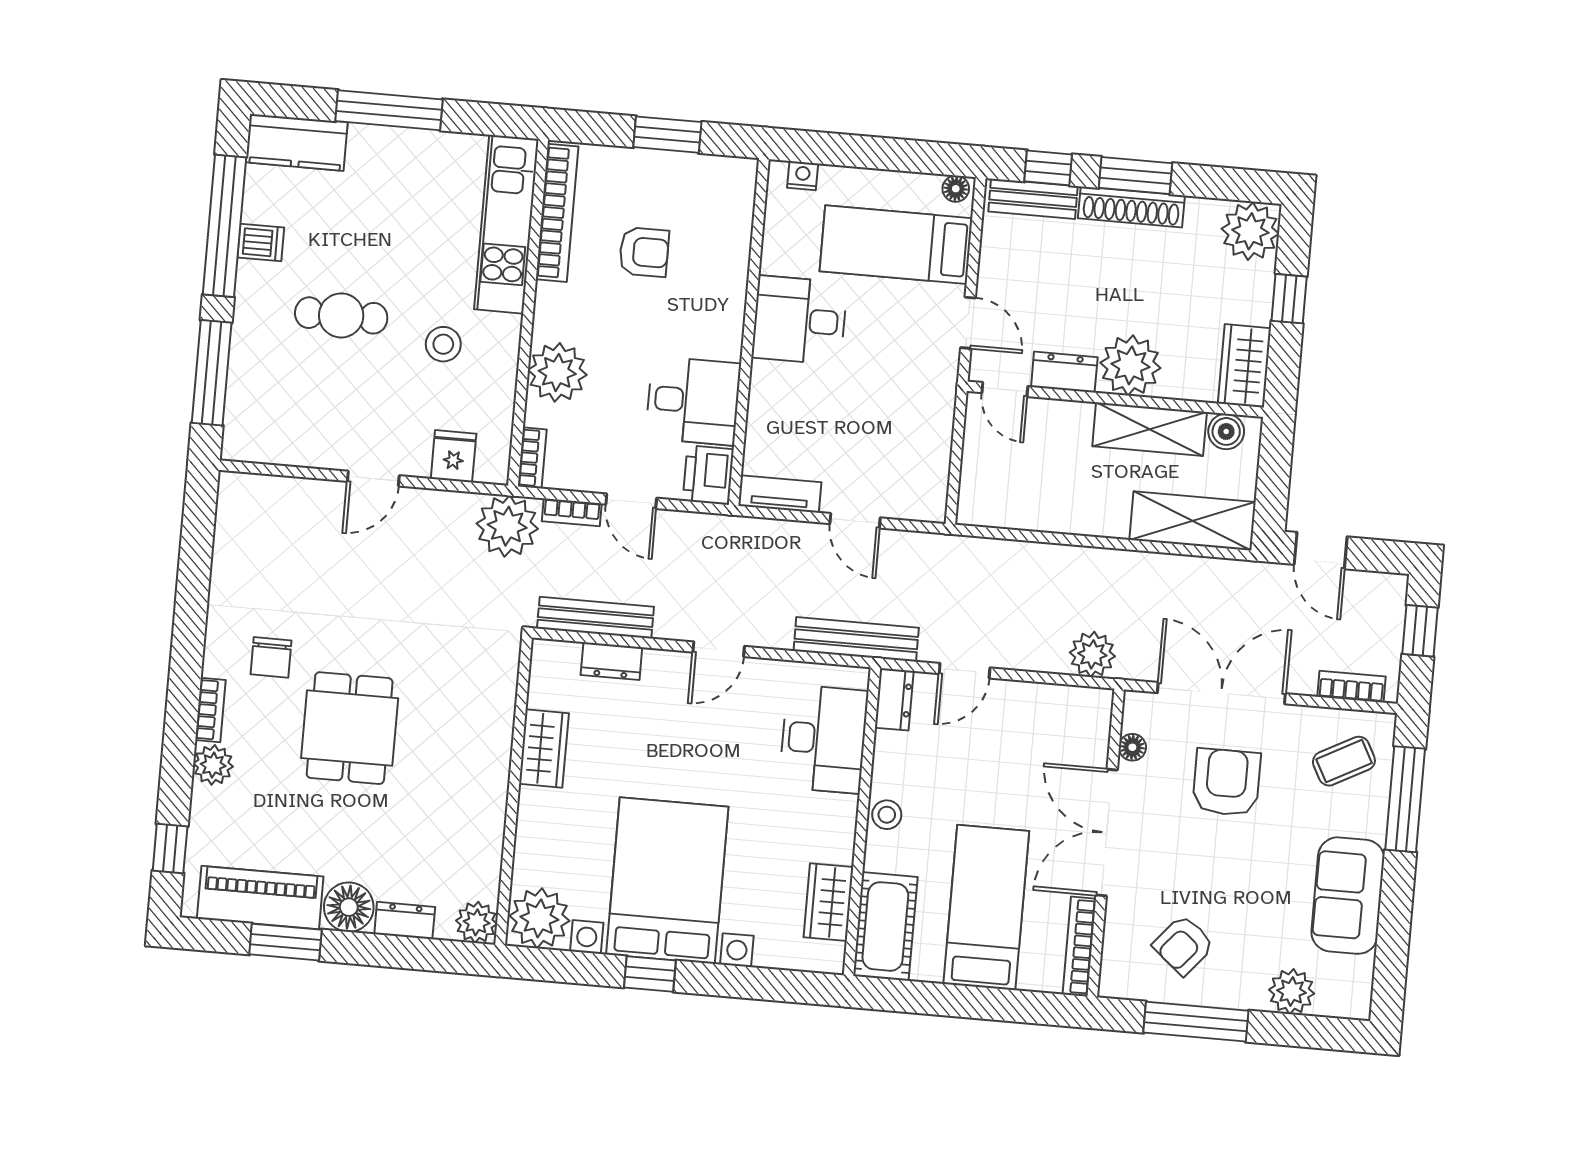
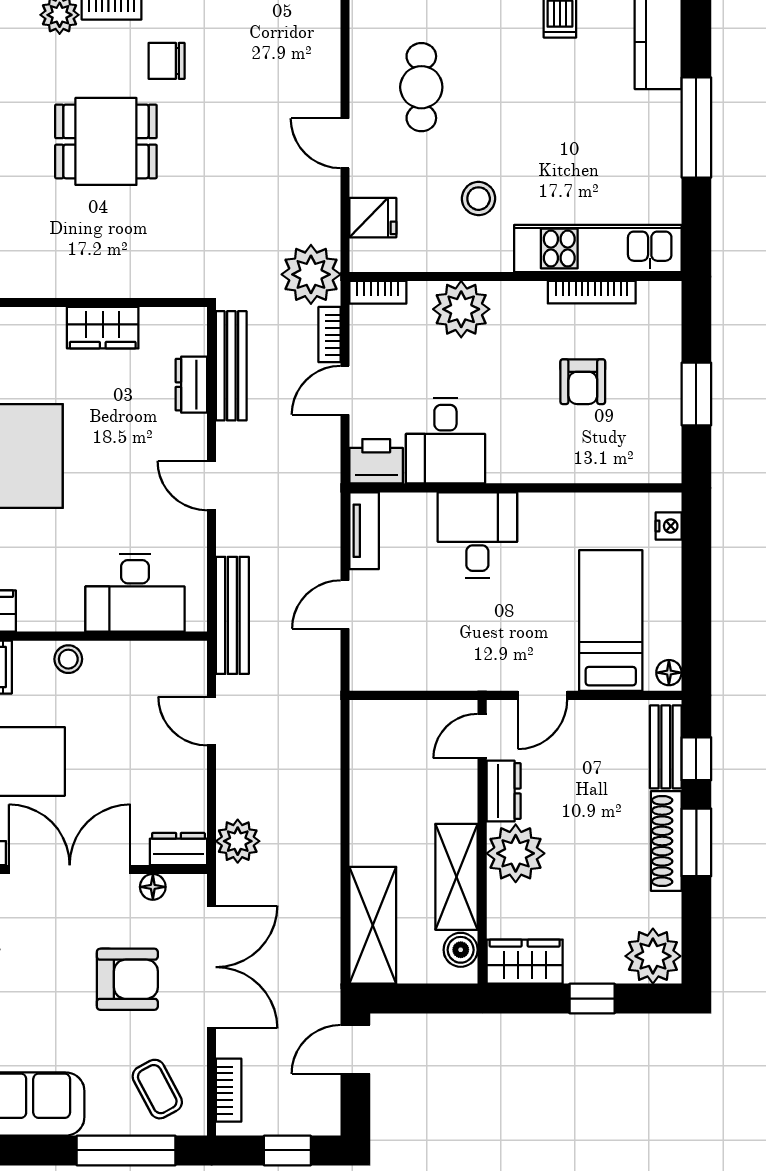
bookcase: (557, 213) -> (592, 292), width x0.68, depth x0.76
cafe table: (341, 315) -> (421, 87), moved
desk: (799, 320) -> (477, 535), moved
dresser: (894, 699) -> (178, 849), moved, turned 180

